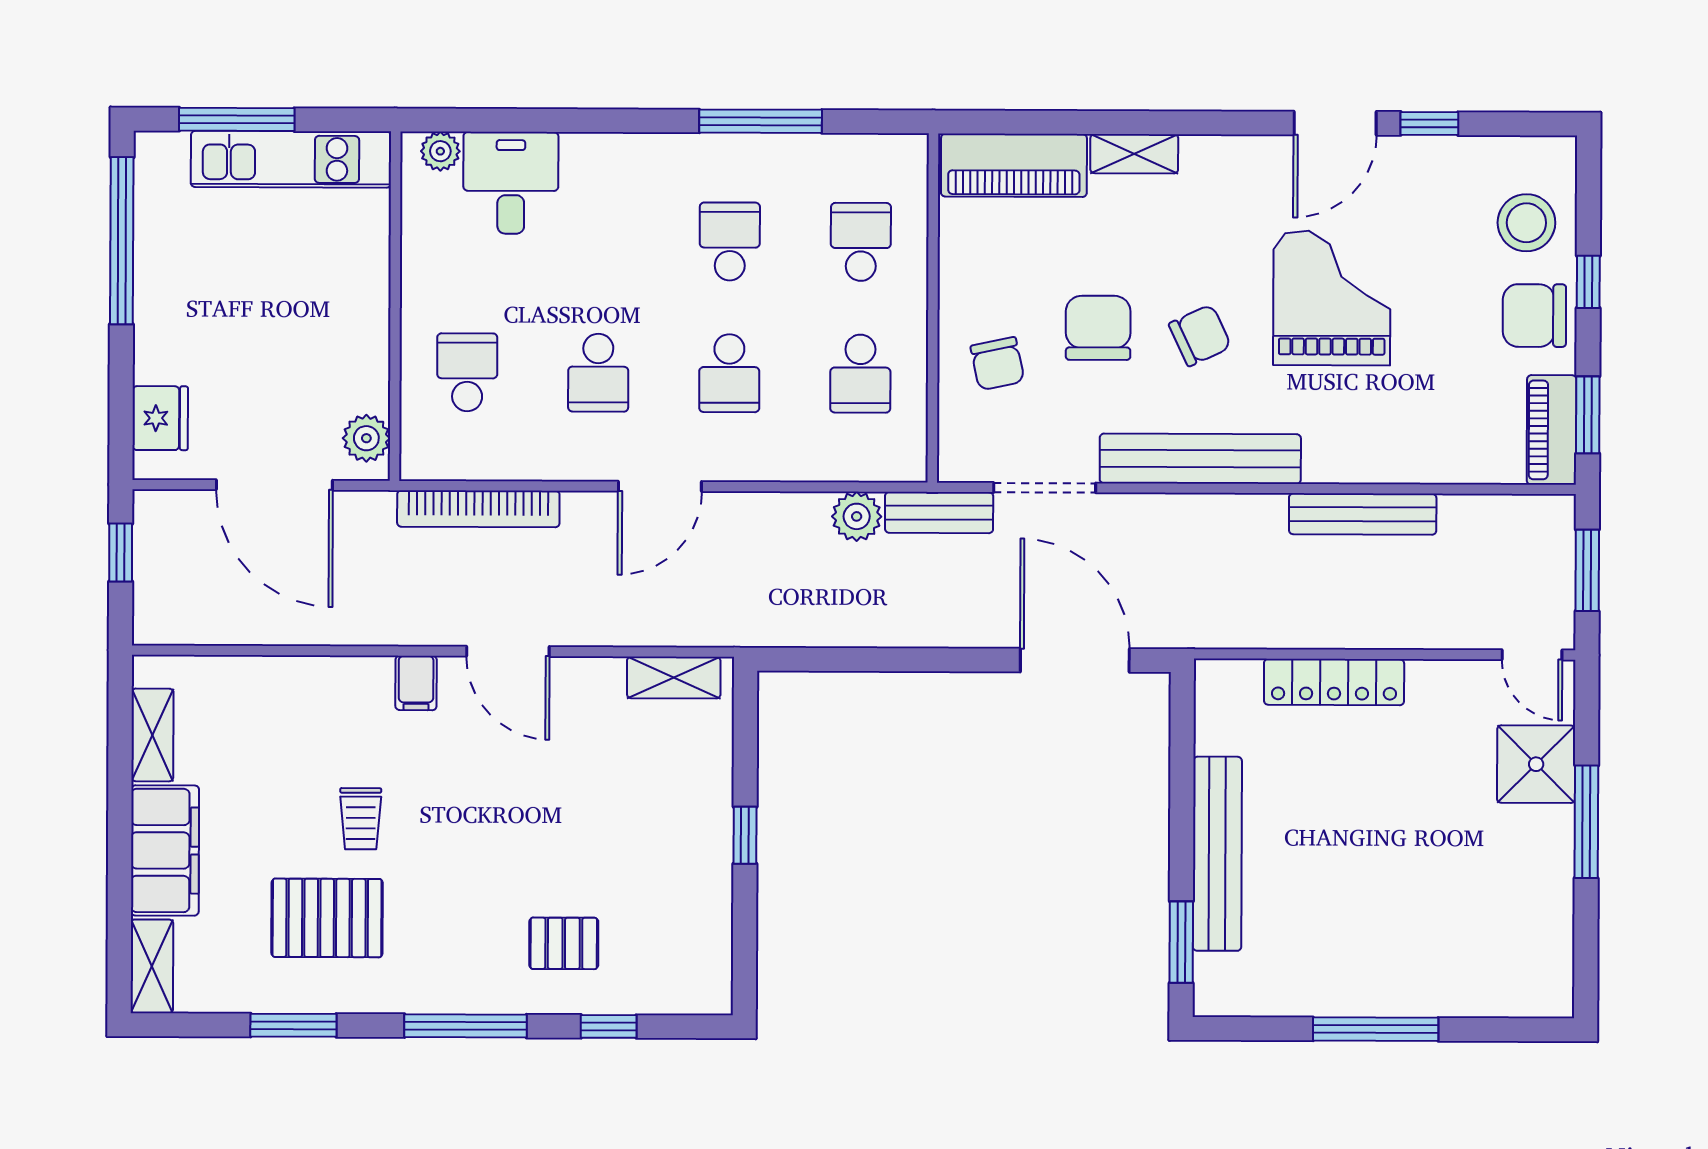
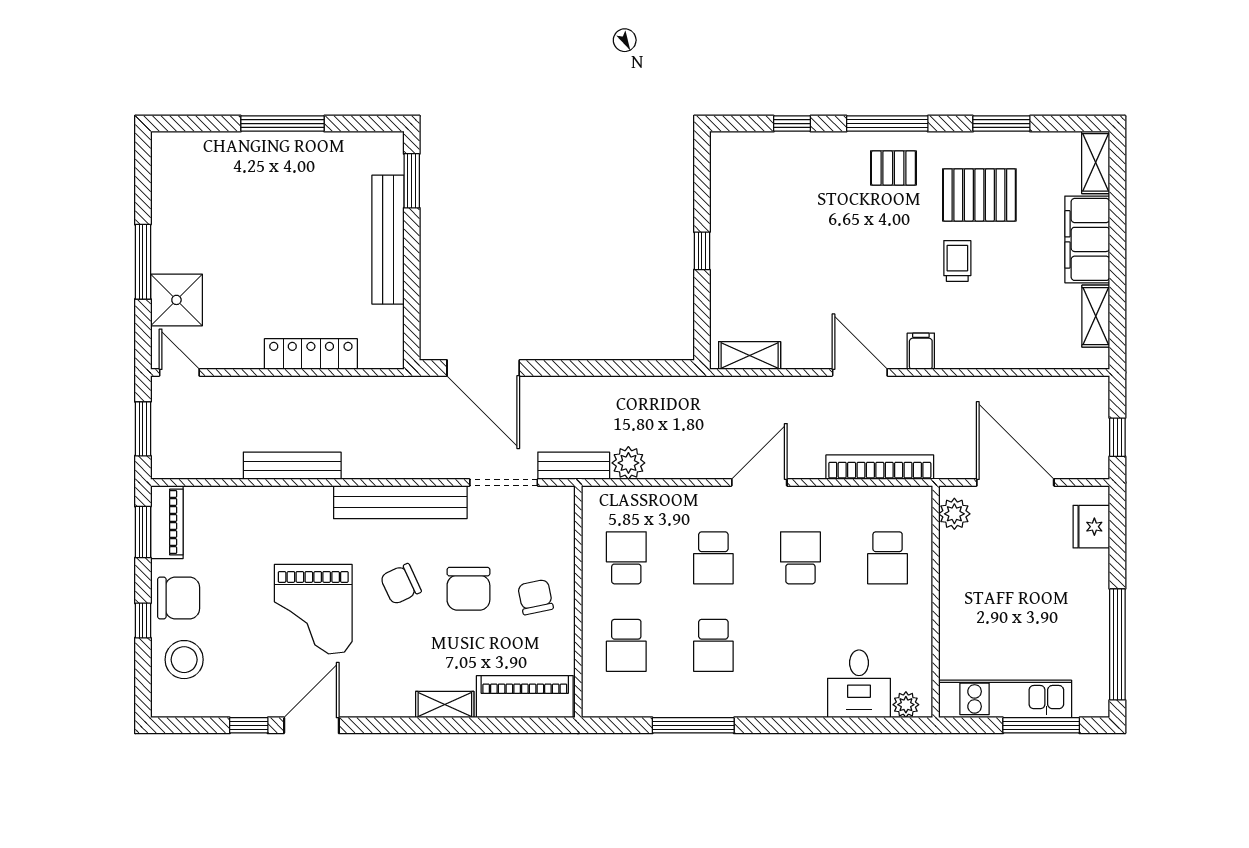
chair: (997, 364) -> (535, 597), moved
school desk: (729, 373) -> (713, 558), turned 180
pallet: (564, 943) -> (893, 168), moved

